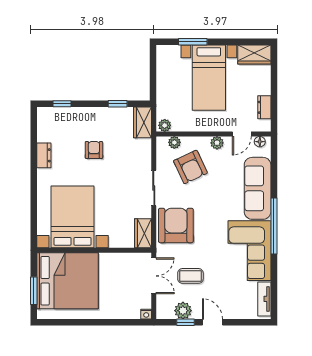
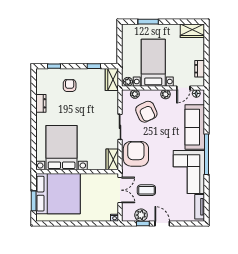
bed with nightstands: (209, 78) -> (153, 63), moved, turned 180
armchair: (94, 150) -> (70, 85), moved

